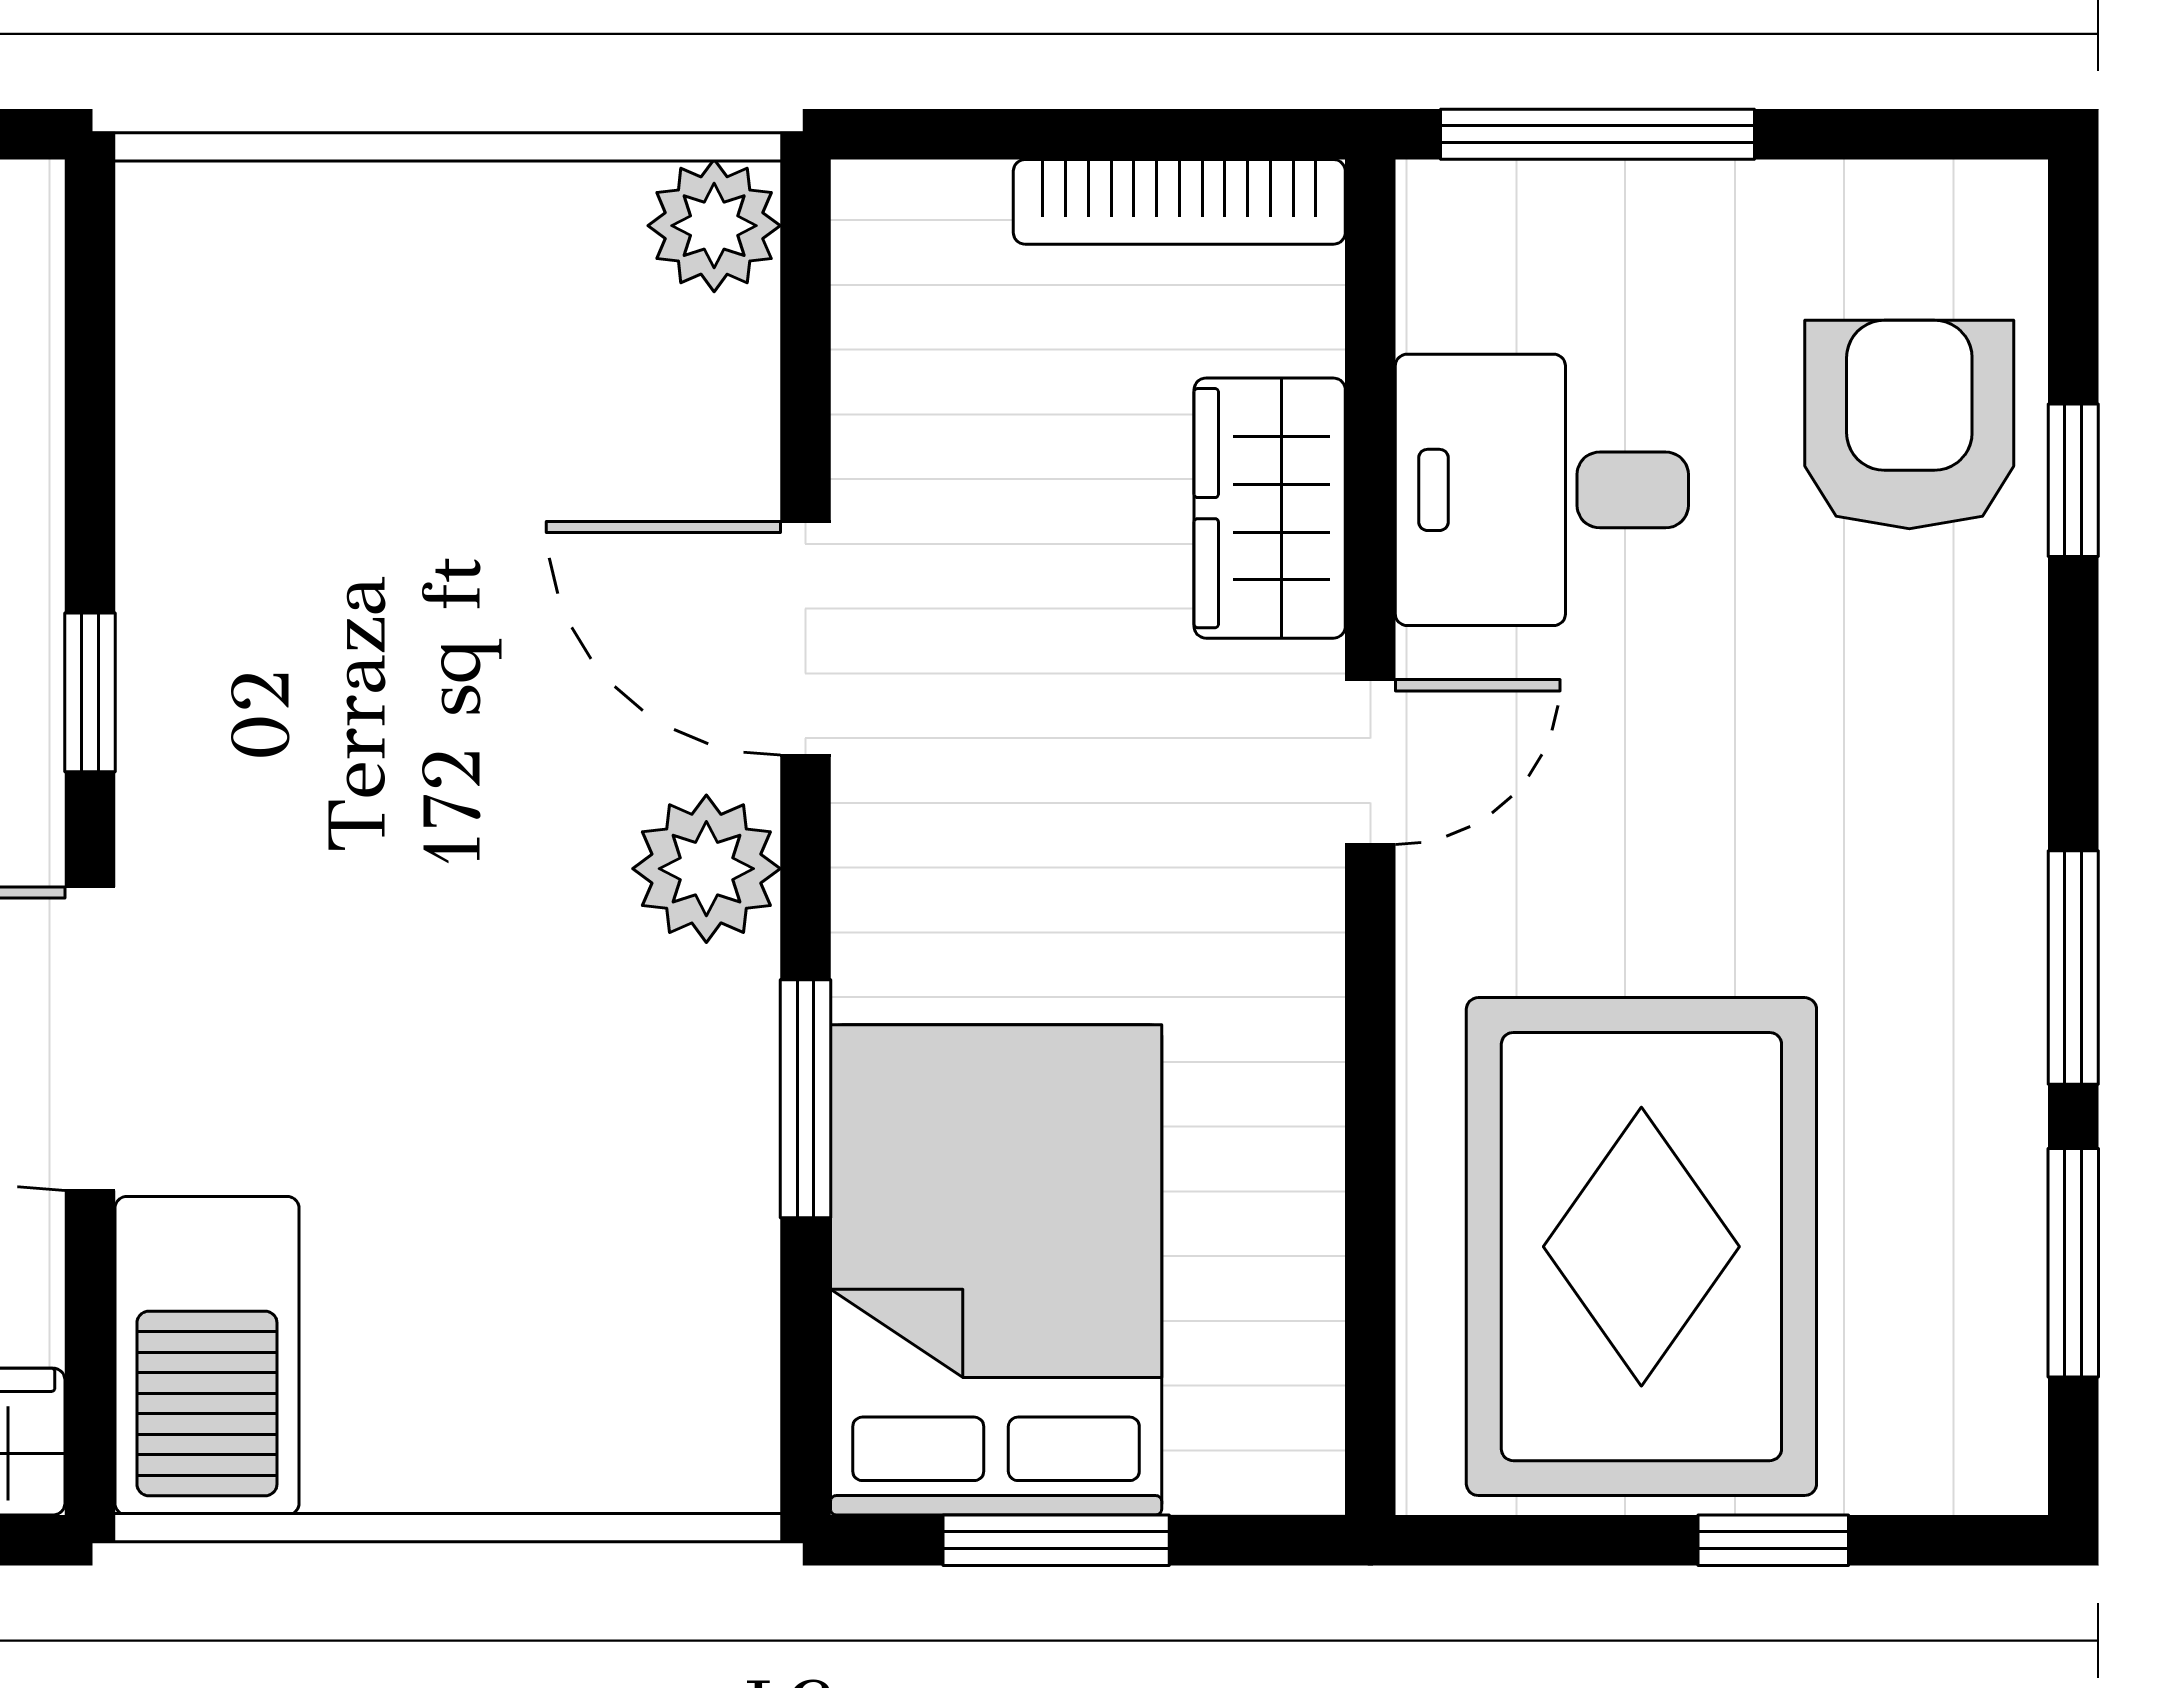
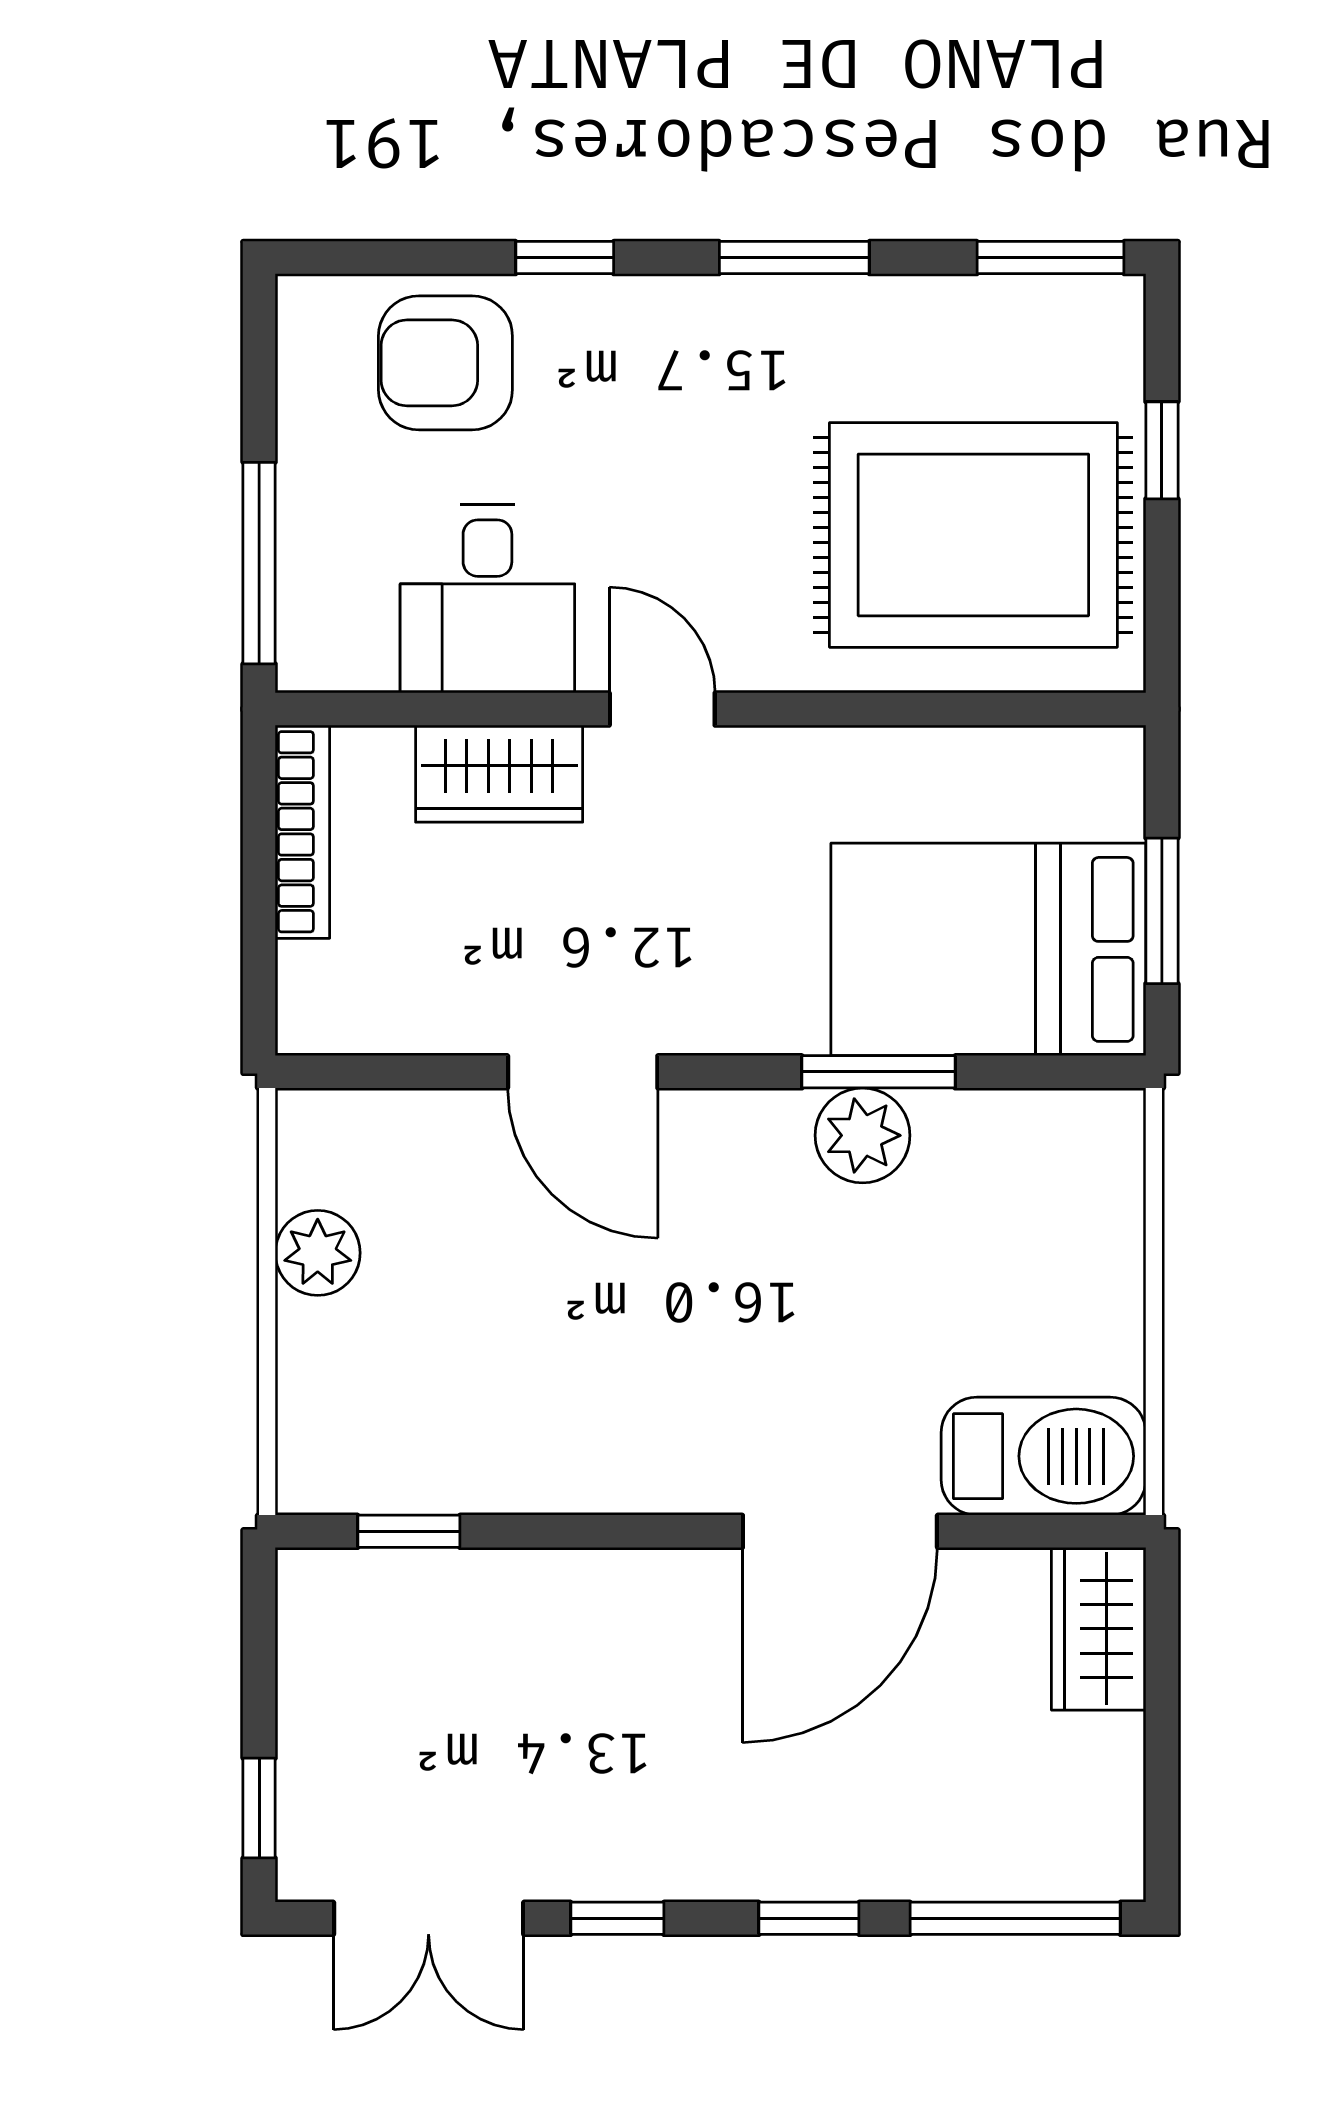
plant: (714, 226) -> (318, 1253), moved
window: (2073, 480) -> (565, 258), moved
door: (805, 638) -> (583, 1072), hinge flipped
window: (90, 692) -> (409, 1531), moved
plant: (706, 869) -> (863, 1135), moved
window: (2073, 1263) -> (1051, 258), moved

